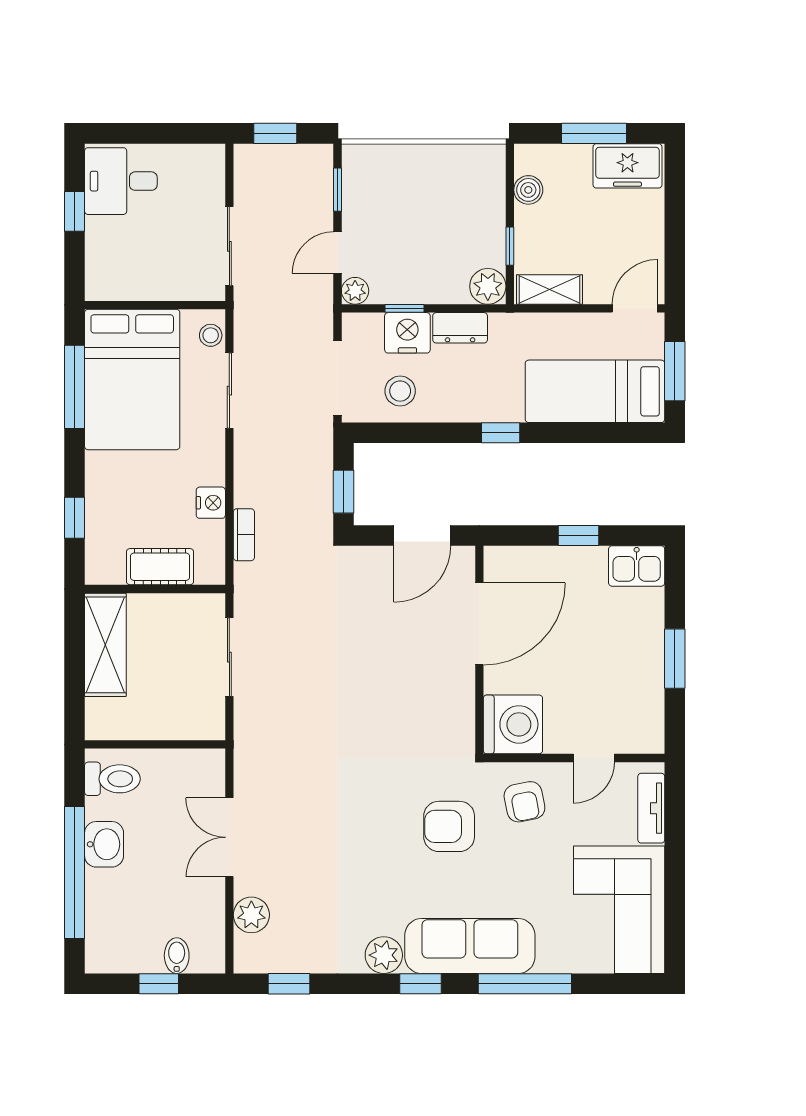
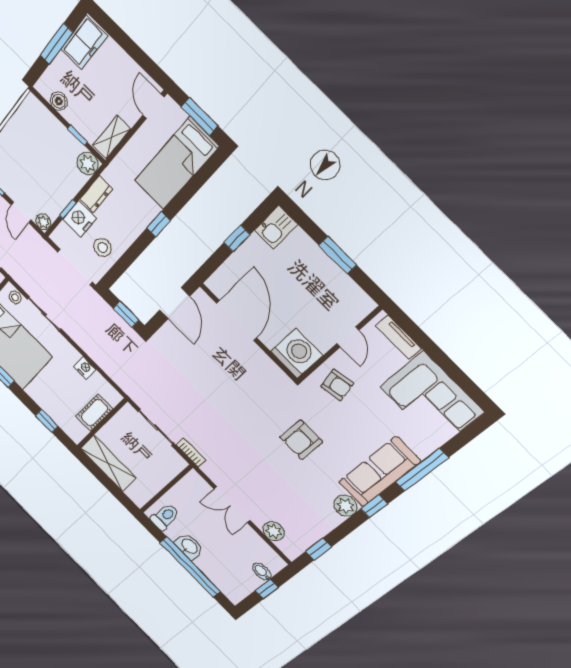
bookcase: (244, 535) -> (191, 453), moved
armchair: (449, 826) -> (301, 440), moved

